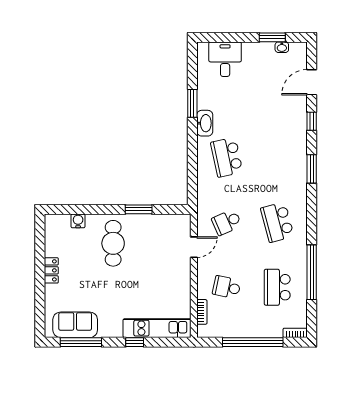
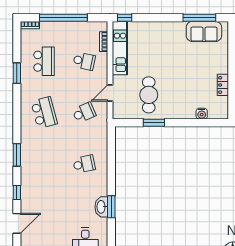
washbasin: (205, 123) -> (101, 207), moved
school desk: (227, 157) -> (84, 164), width x0.54
cafe table: (113, 243) -> (149, 95), moved
locker: (51, 270) -> (223, 85), moved
window: (312, 272) -> (17, 73), width x0.47
kitchen unit: (157, 328) -> (120, 48), moved, turned -90
window: (135, 342) -> (125, 18), moved

